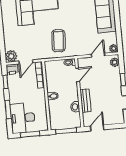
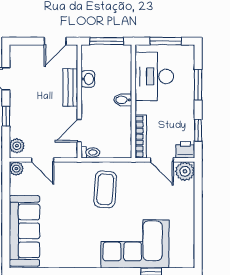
door: (98, 55) -> (43, 160), hinge flipped
door: (26, 62) -> (162, 160), swing flipped
desk: (23, 118) -> (154, 76), moved, turned 180

